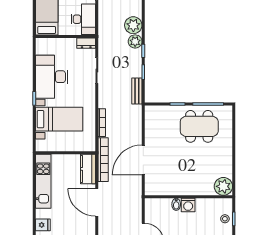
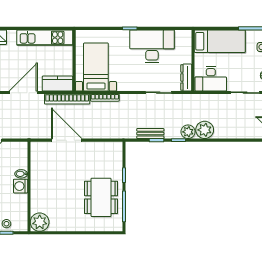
dresser: (86, 43) -> (186, 78), width x1.44
bench: (137, 91) -> (150, 134), moved
bed with nightstands: (59, 119) -> (96, 67), moved, turned 180

